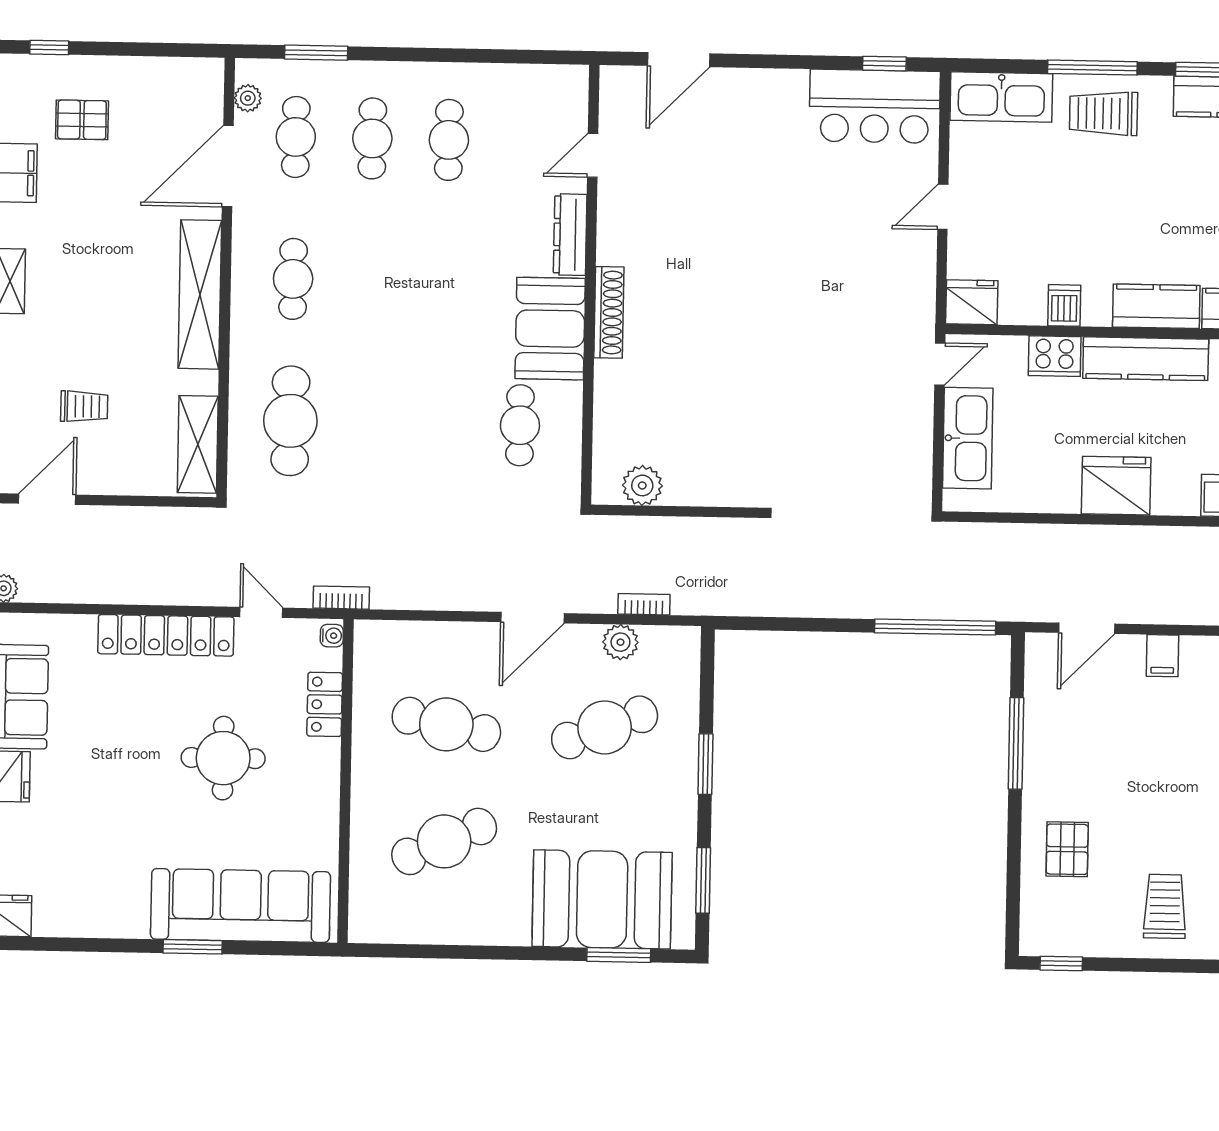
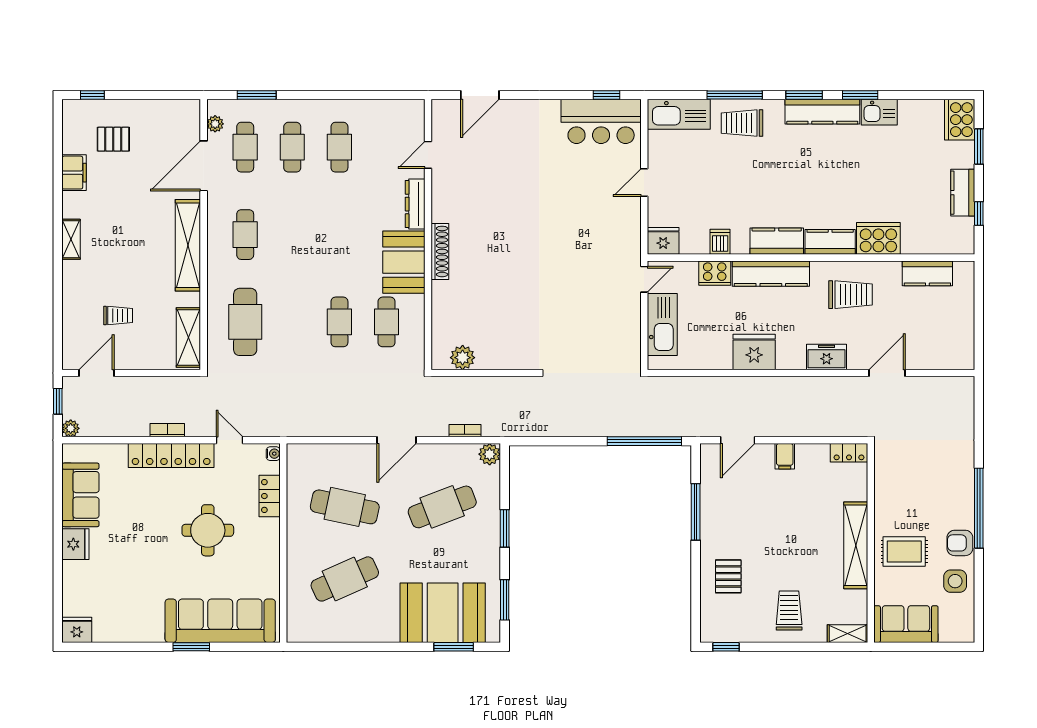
cafe table: (443, 424) -> (339, 322), added
bookcase: (341, 598) -> (167, 430), moved
plant: (620, 642) -> (490, 454), moved

